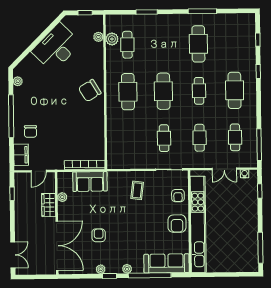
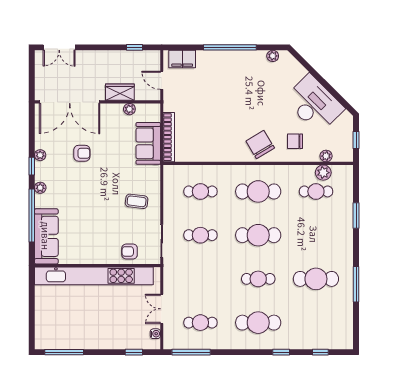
chair: (30, 131) -> (295, 141), moved
cafe table: (200, 138) -> (200, 191), moved
armchair: (177, 224) -> (95, 250), removed

